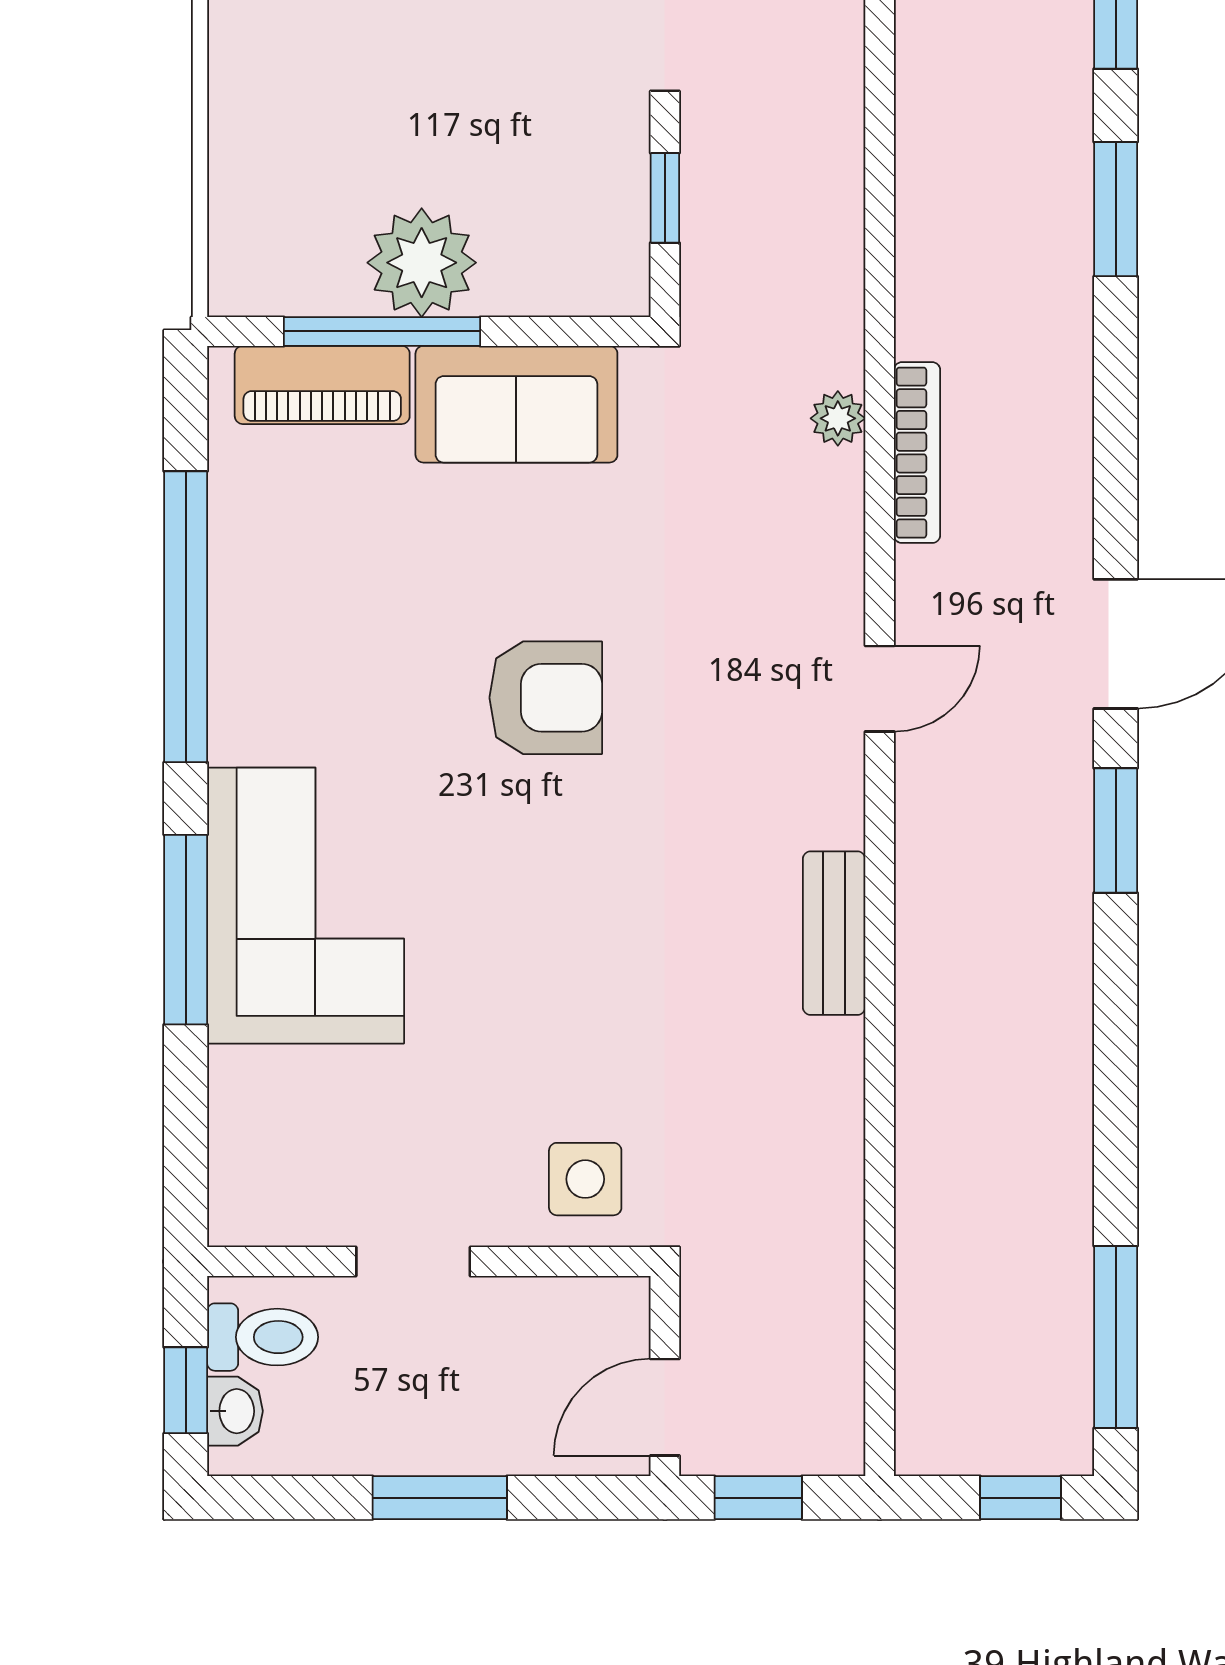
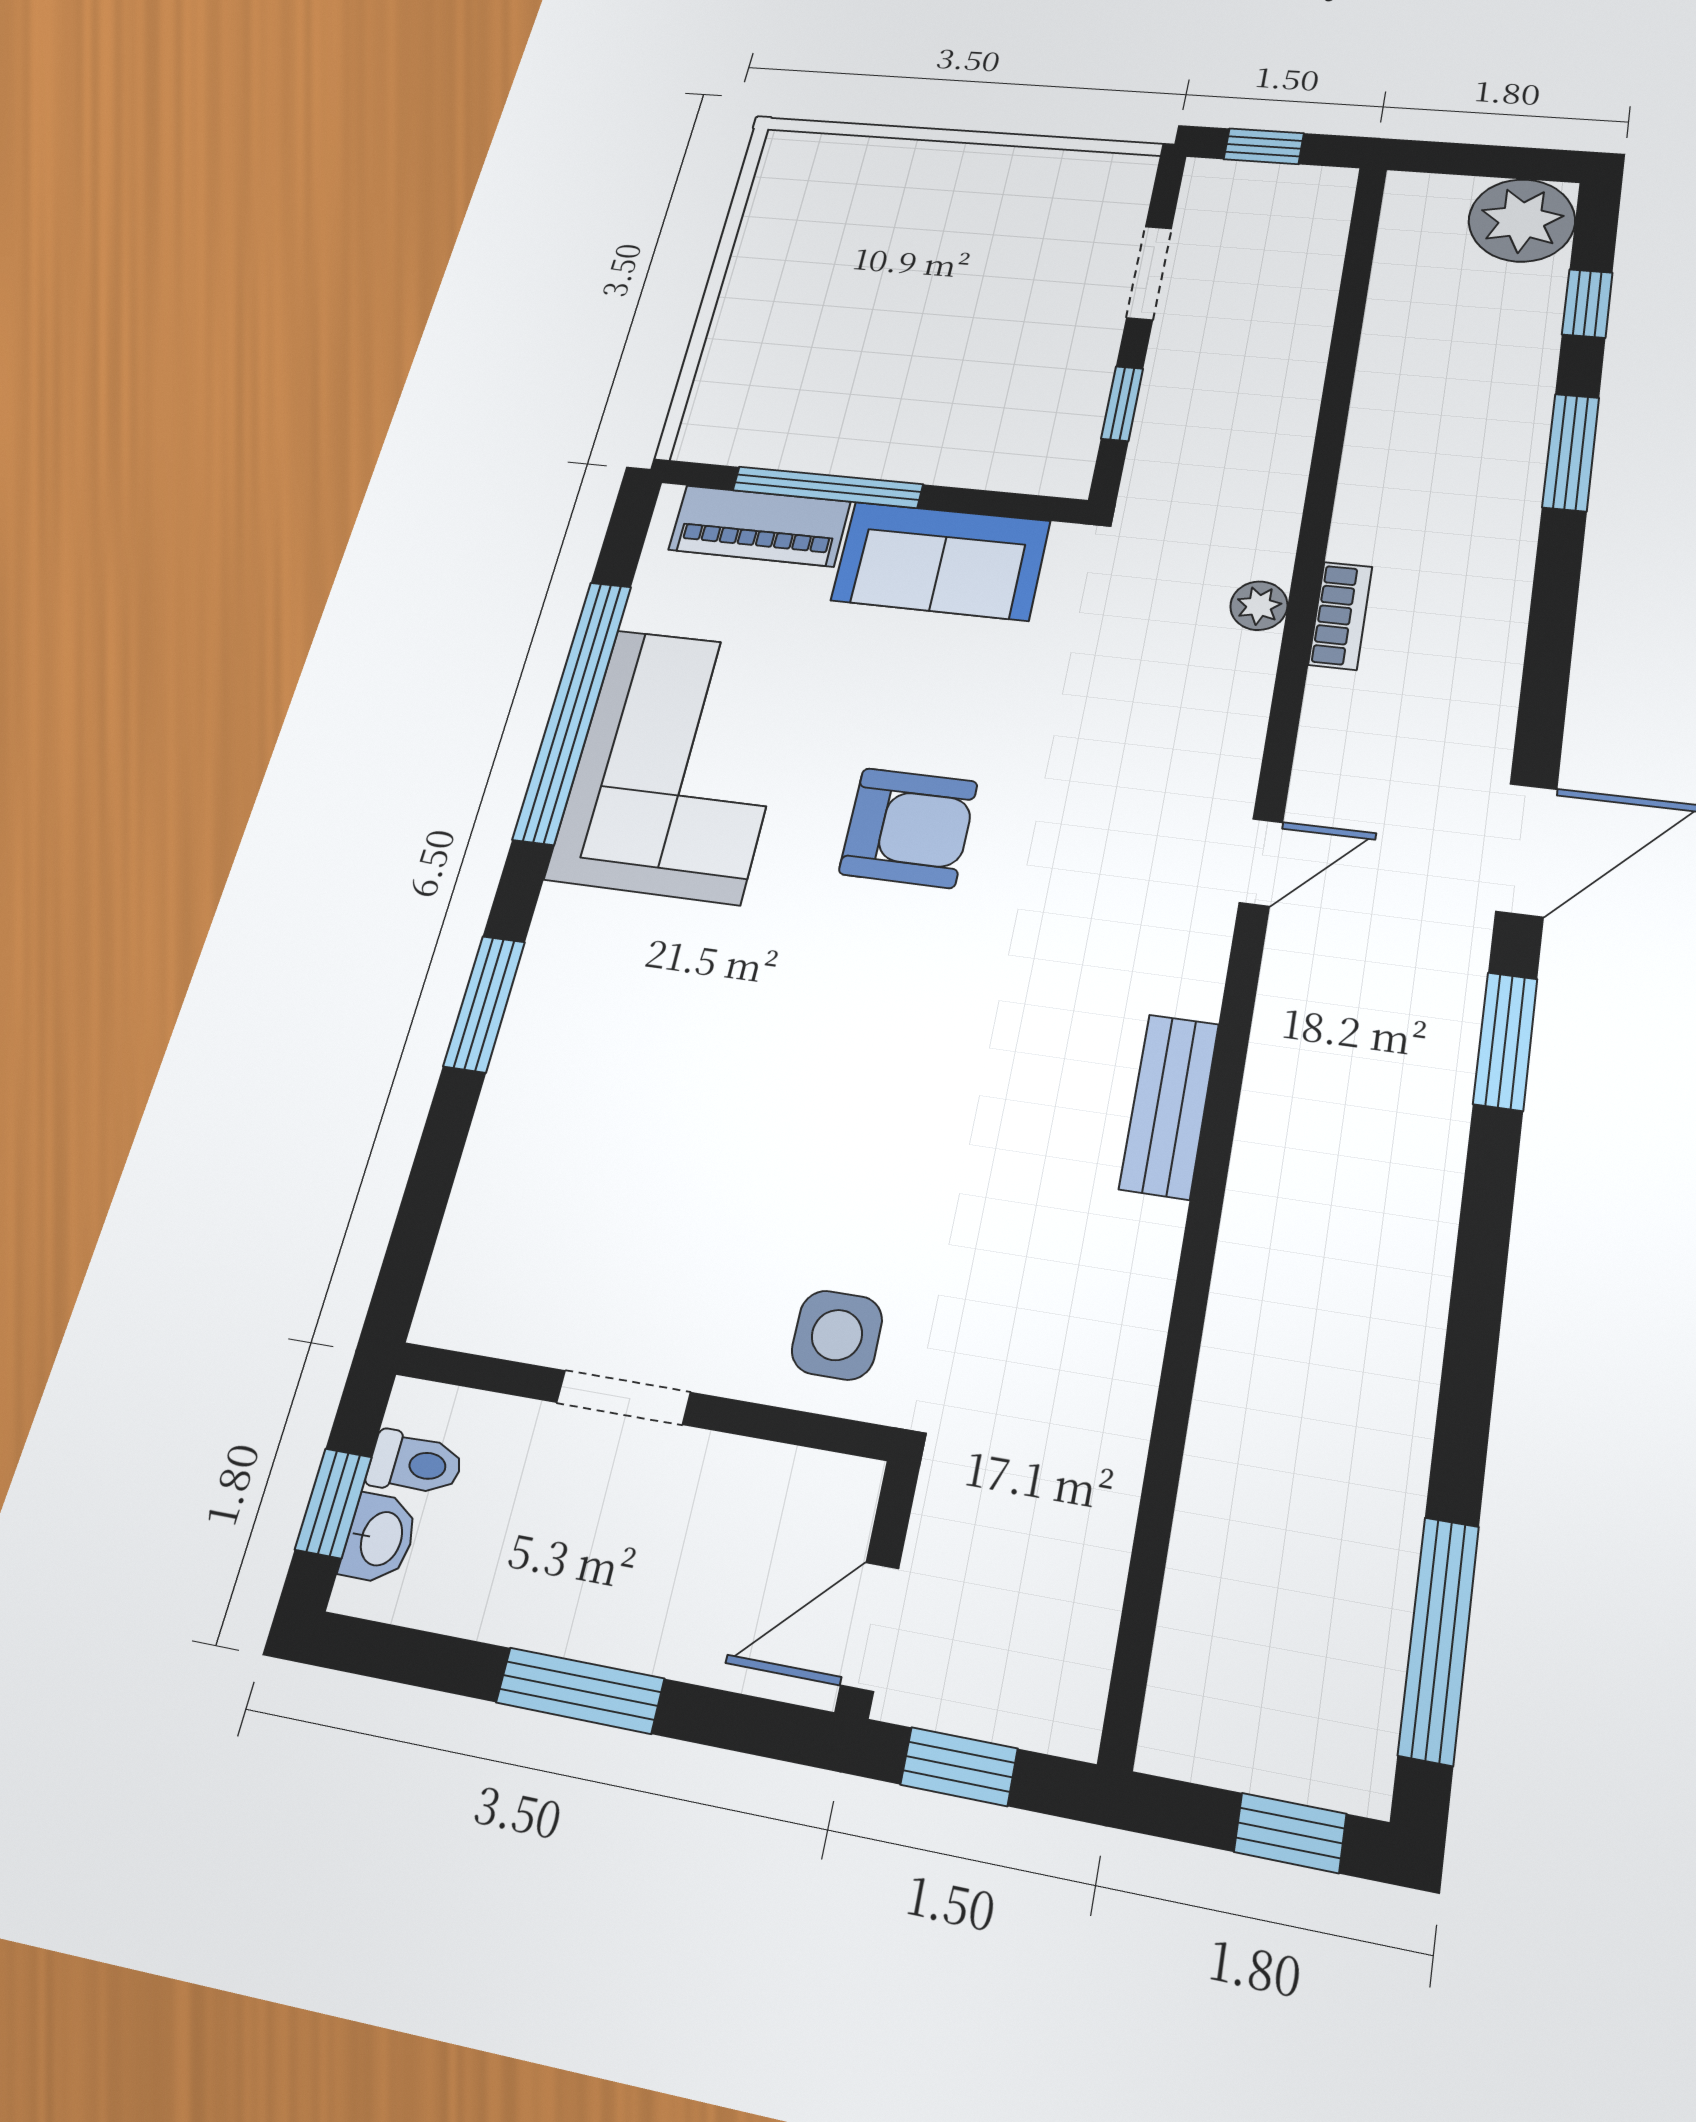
plant: (422, 263) -> (879, 435), removed
bookcase: (917, 453) -> (1340, 616), width x0.64
corner sofa: (306, 906) -> (677, 764), moved
window: (186, 930) -> (484, 1004), width x0.69
toilet: (263, 1337) -> (415, 1464), width x0.73, depth x0.72

